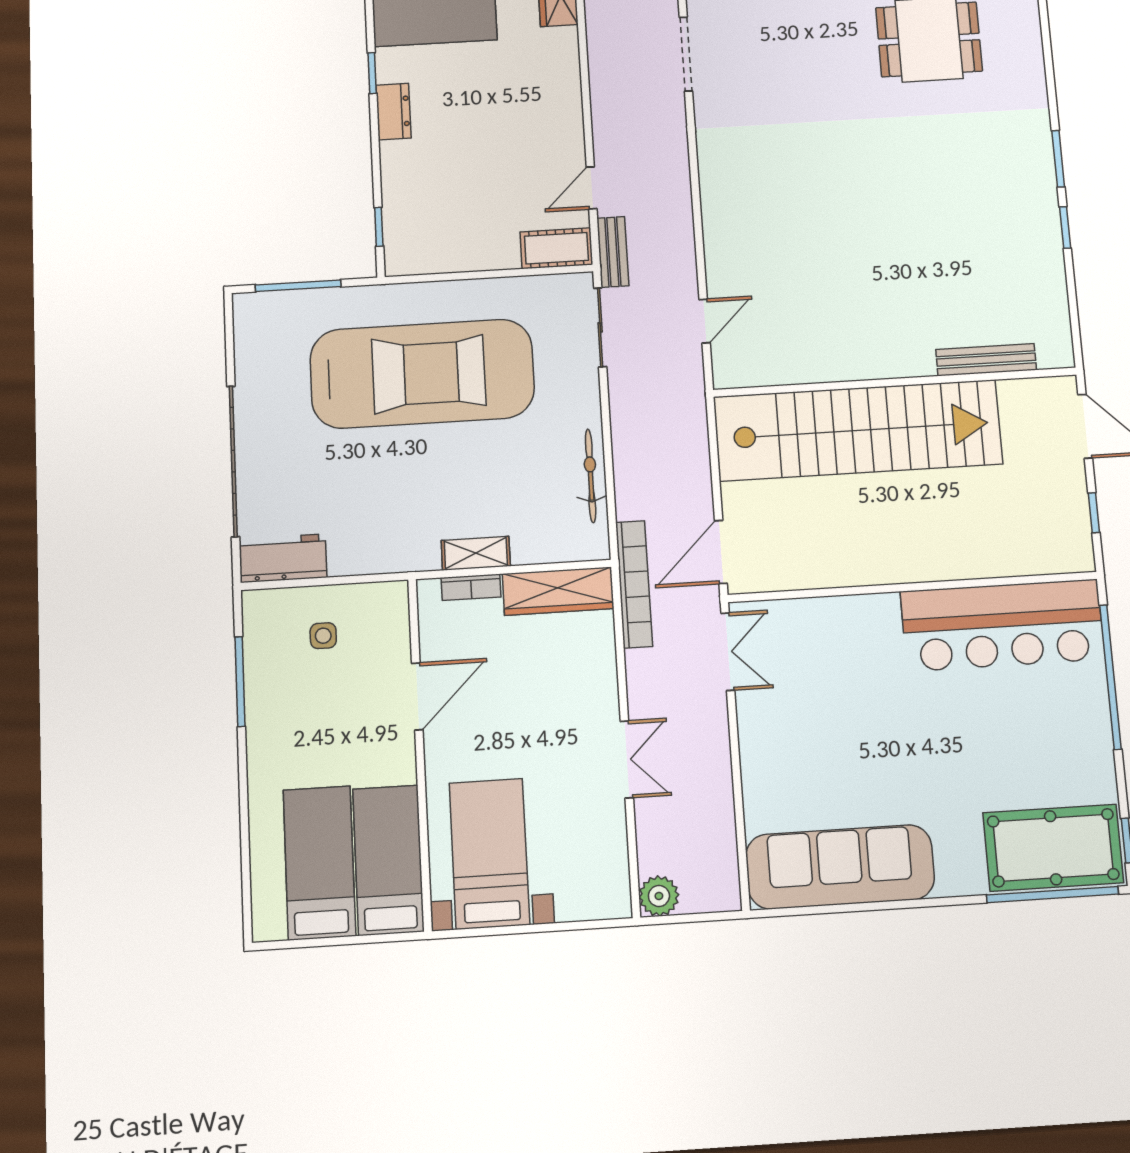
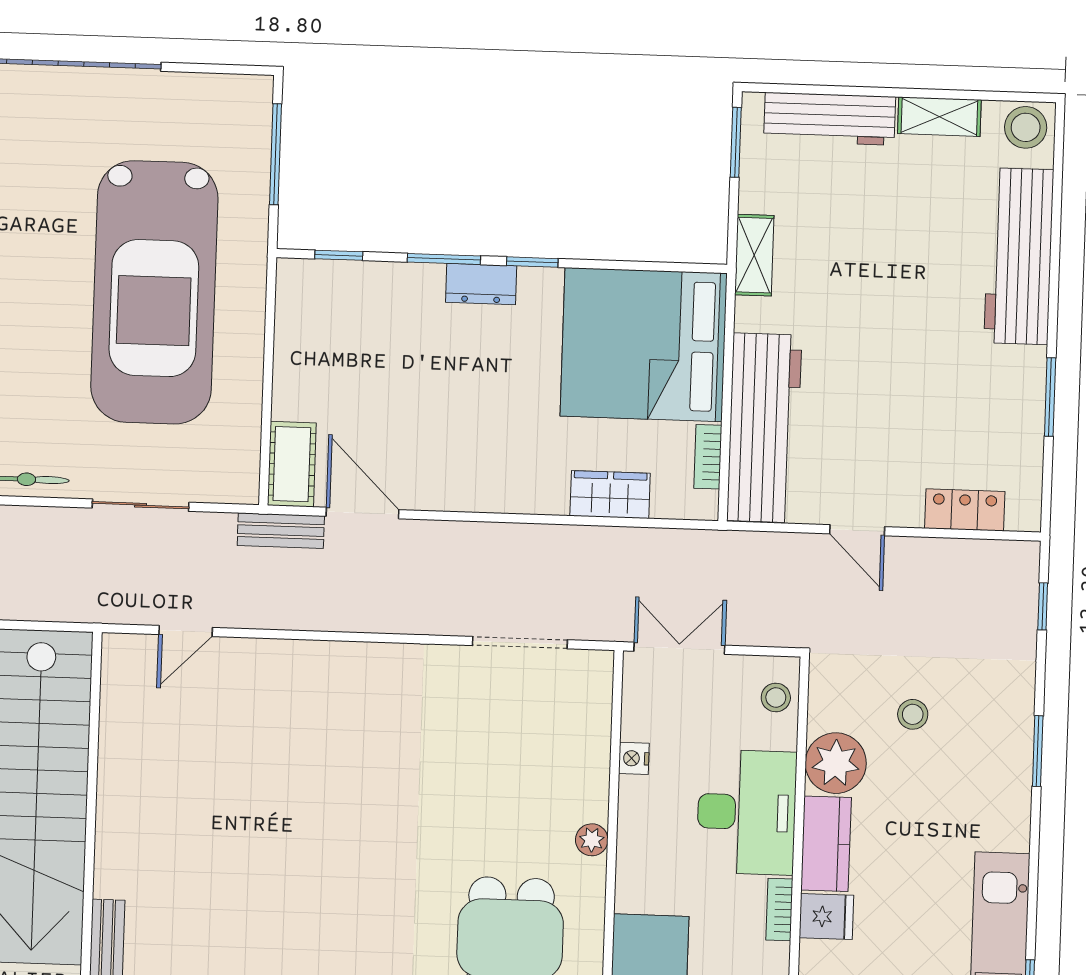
window: (375, 143) -> (444, 259), added
door: (592, 188) -> (362, 513), width x1.38
door: (705, 321) -> (186, 631), hinge flipped
sliding door: (600, 327) -> (141, 505), moved

